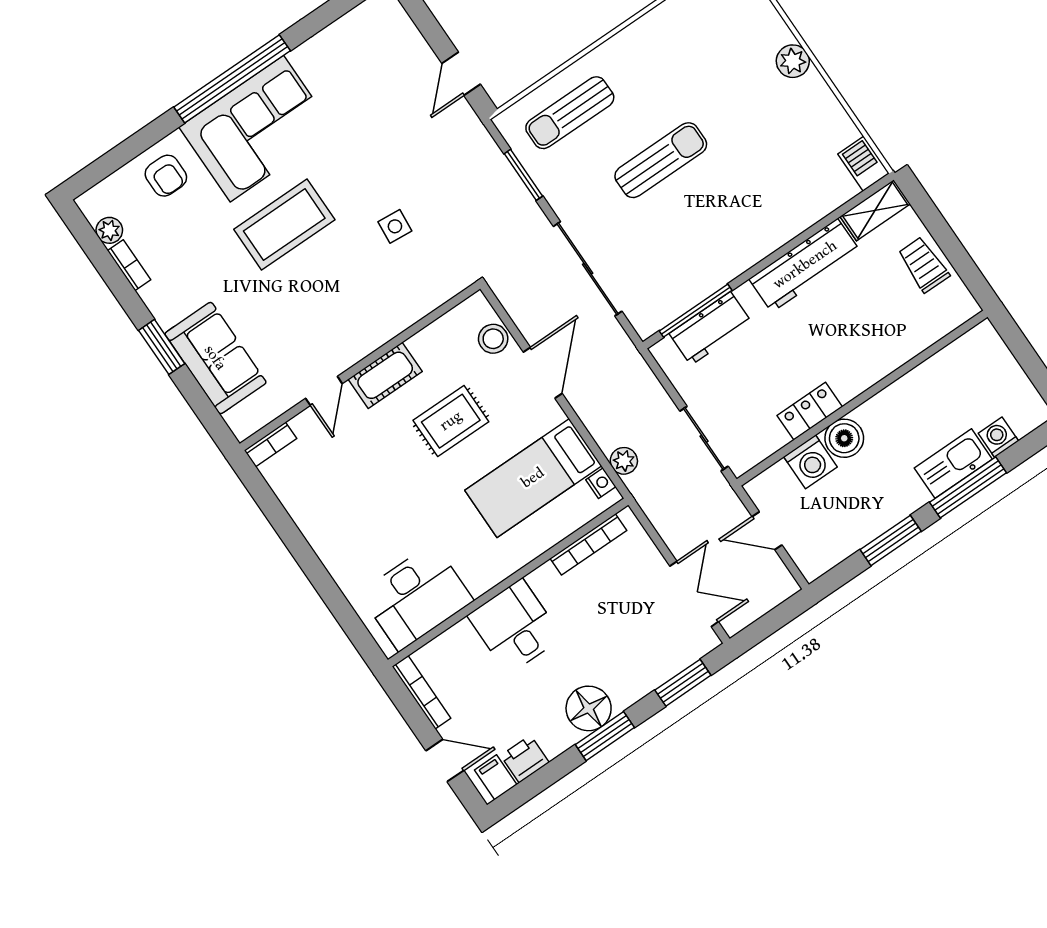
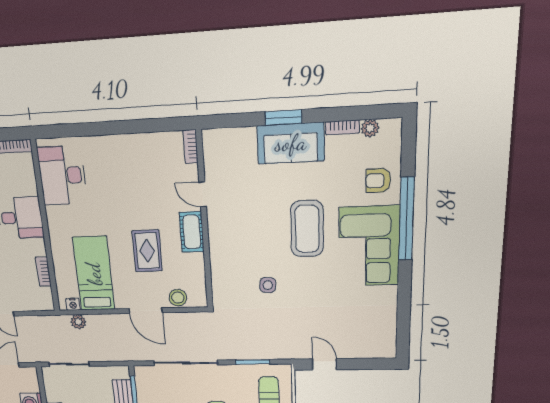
window: (232, 79) -> (406, 219), moved
sofa: (215, 358) -> (291, 143), moved
bookcase: (588, 544) -> (43, 272), width x0.64

